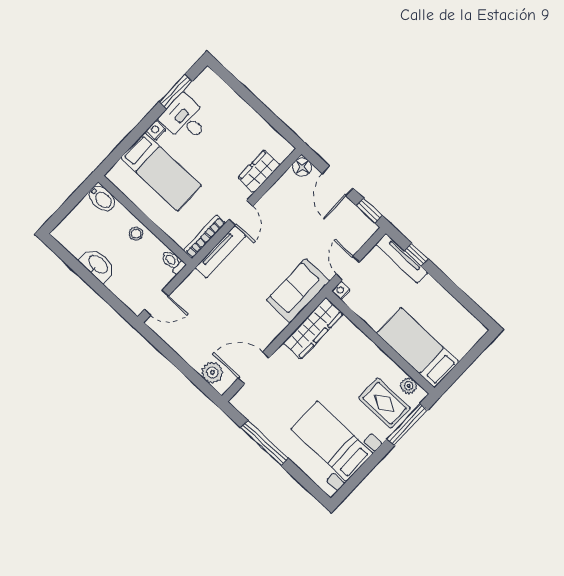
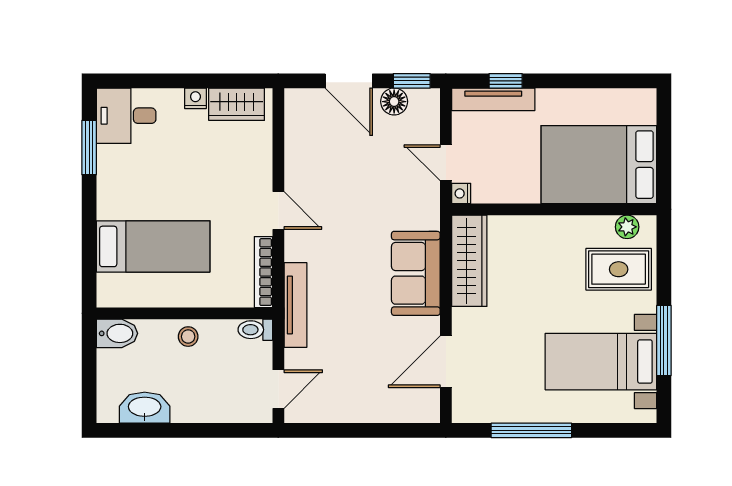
desk: (185, 119) -> (126, 116), moved
nightstand: (156, 130) -> (195, 98), moved, turned 90
floor lamp: (302, 167) -> (394, 102), moved
wardrobe: (259, 171) -> (237, 104), moved, turned -90
tv unit: (221, 252) -> (296, 305), moved
washbasin: (98, 265) -> (145, 408), moved
sofa: (298, 291) -> (416, 273), moved
bed: (418, 348) -> (599, 165), width x1.50
plant: (212, 372) -> (406, 408), removed
window: (407, 425) -> (664, 341), moved

